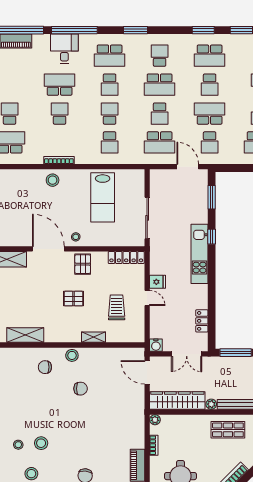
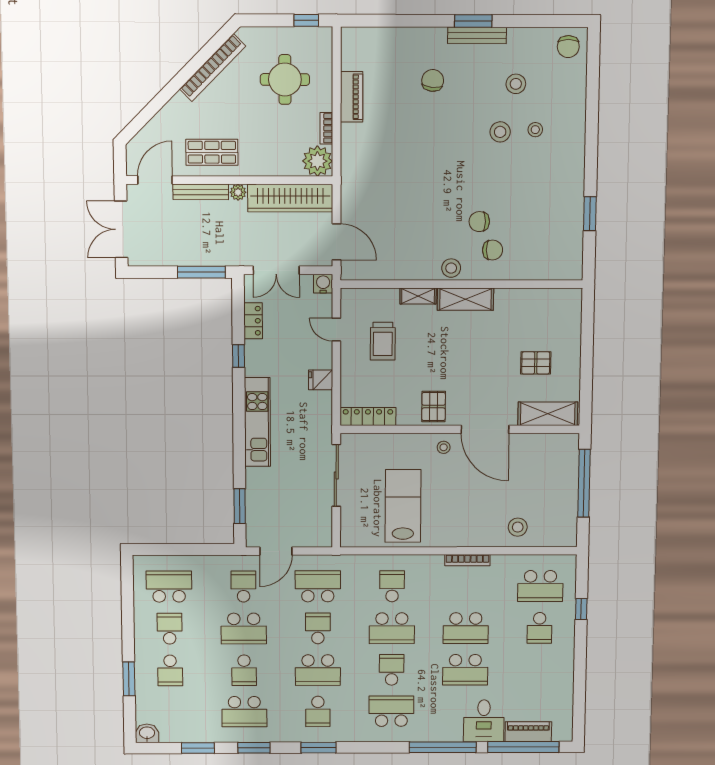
window: (135, 30) -> (319, 748), moved
desk: (64, 49) -> (484, 721), moved
school desk: (210, 56) -> (244, 712), turned 180
school desk: (160, 85) -> (318, 670), turned 180
school desk: (210, 85) -> (244, 670), turned 180
school desk: (60, 114) -> (466, 628), width x1.85
school desk: (110, 114) -> (392, 628), width x1.85
door: (188, 167) -> (276, 551), hinge flipped
stool: (53, 180) -> (518, 527), moved
window: (212, 237) -> (239, 356), moved
door: (147, 298) -> (336, 330), moved
pallet: (74, 299) -> (536, 363), moved
shelving: (25, 335) -> (465, 299), moved
double door: (187, 354) -> (276, 270), swing flipped
chair: (81, 389) -> (479, 222), moved
plant: (155, 420) -> (317, 161), width x1.87, depth x1.87

